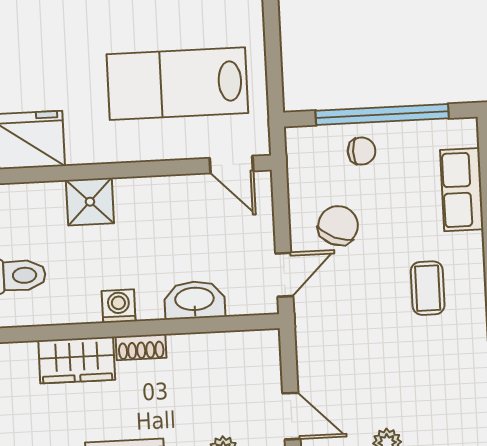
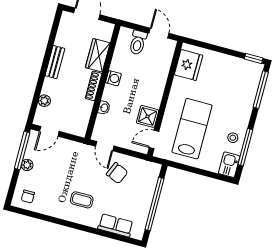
chair: (362, 151) -> (28, 197), moved
shower: (90, 202) -> (148, 116), moved
washbasin: (195, 300) -> (104, 108), width x0.52, depth x0.69
shoe rack: (141, 347) -> (94, 86), width x1.43

